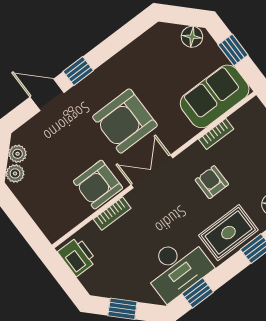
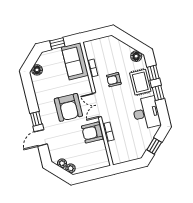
floor lamp: (192, 37) -> (37, 70), moved
armchair: (98, 185) -> (92, 132), turned 90
printer: (77, 256) -> (121, 156), removed
window: (198, 293) -> (158, 93), moved

